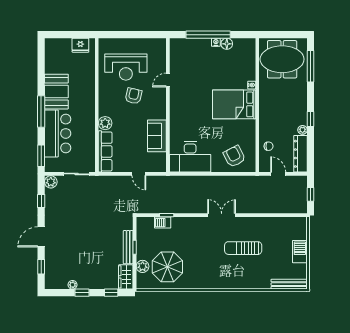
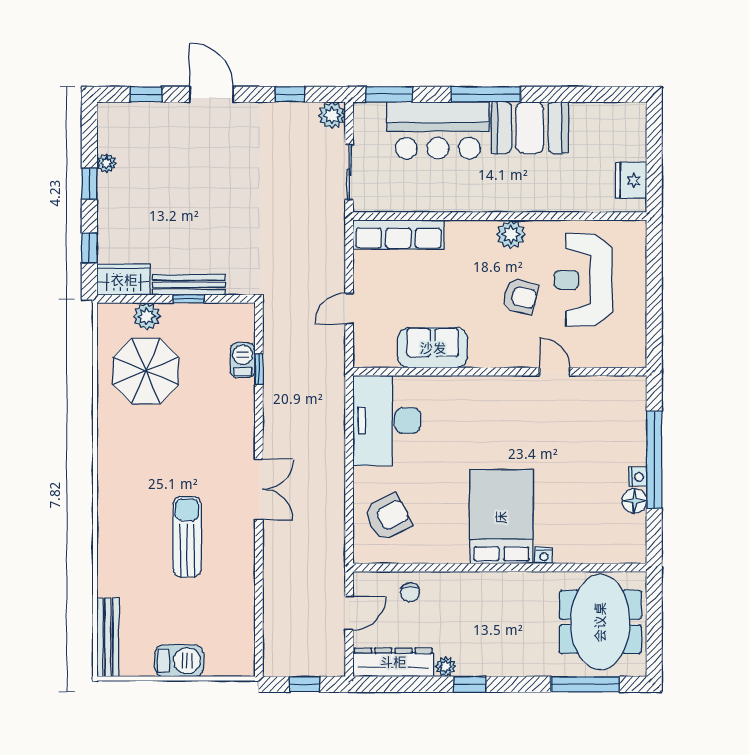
plant: (105, 123) -> (511, 234), moved

